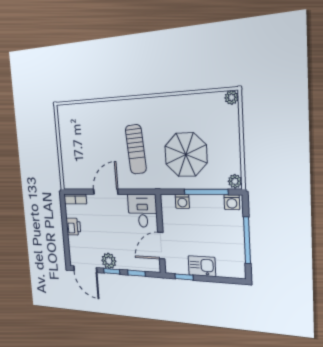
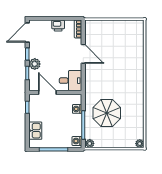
sun lounger: (136, 149) -> (111, 79), removed
plant: (109, 261) -> (35, 64), moved
kitchen sink: (202, 266) -> (35, 131), moved

